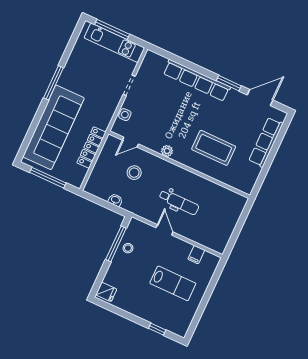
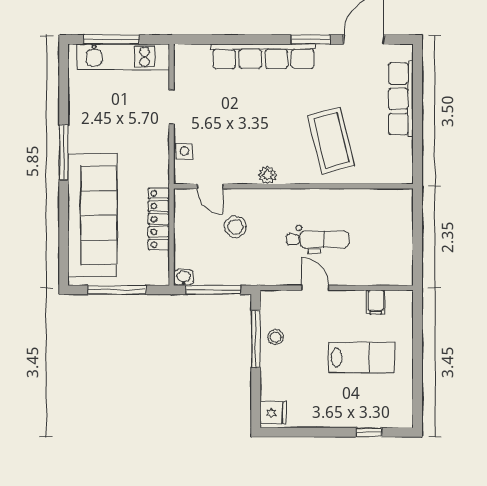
door: (130, 142) -> (210, 186), hinge flipped
coffee table: (214, 148) -> (331, 140), turned 76
washbasin: (115, 200) -> (184, 278), moved
window: (104, 204) -> (213, 290), added

